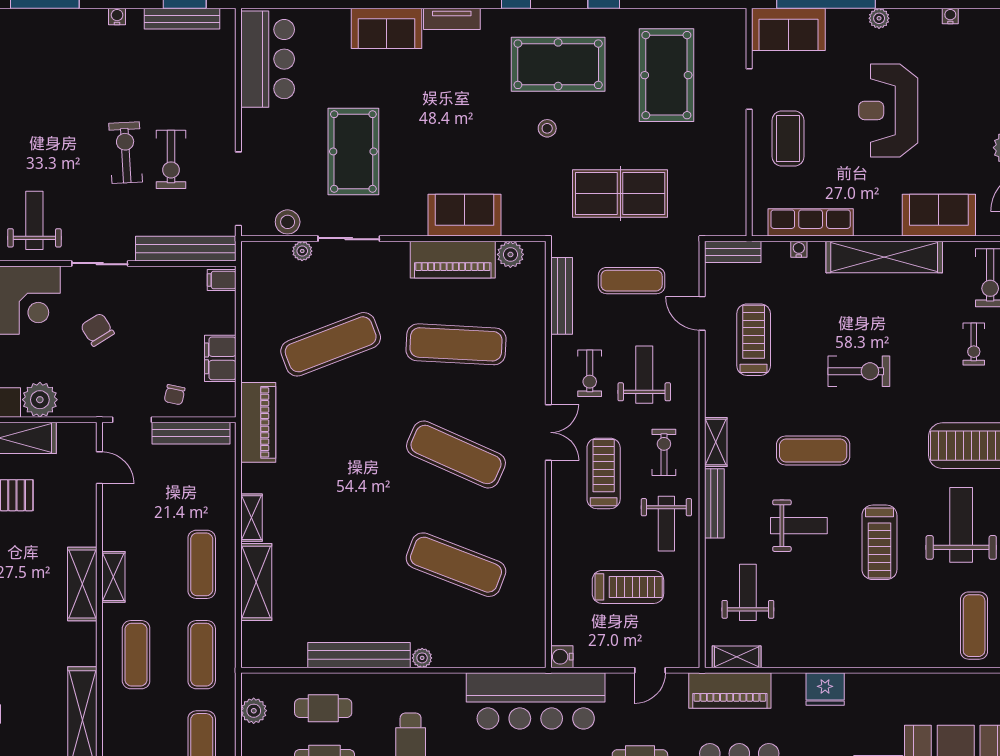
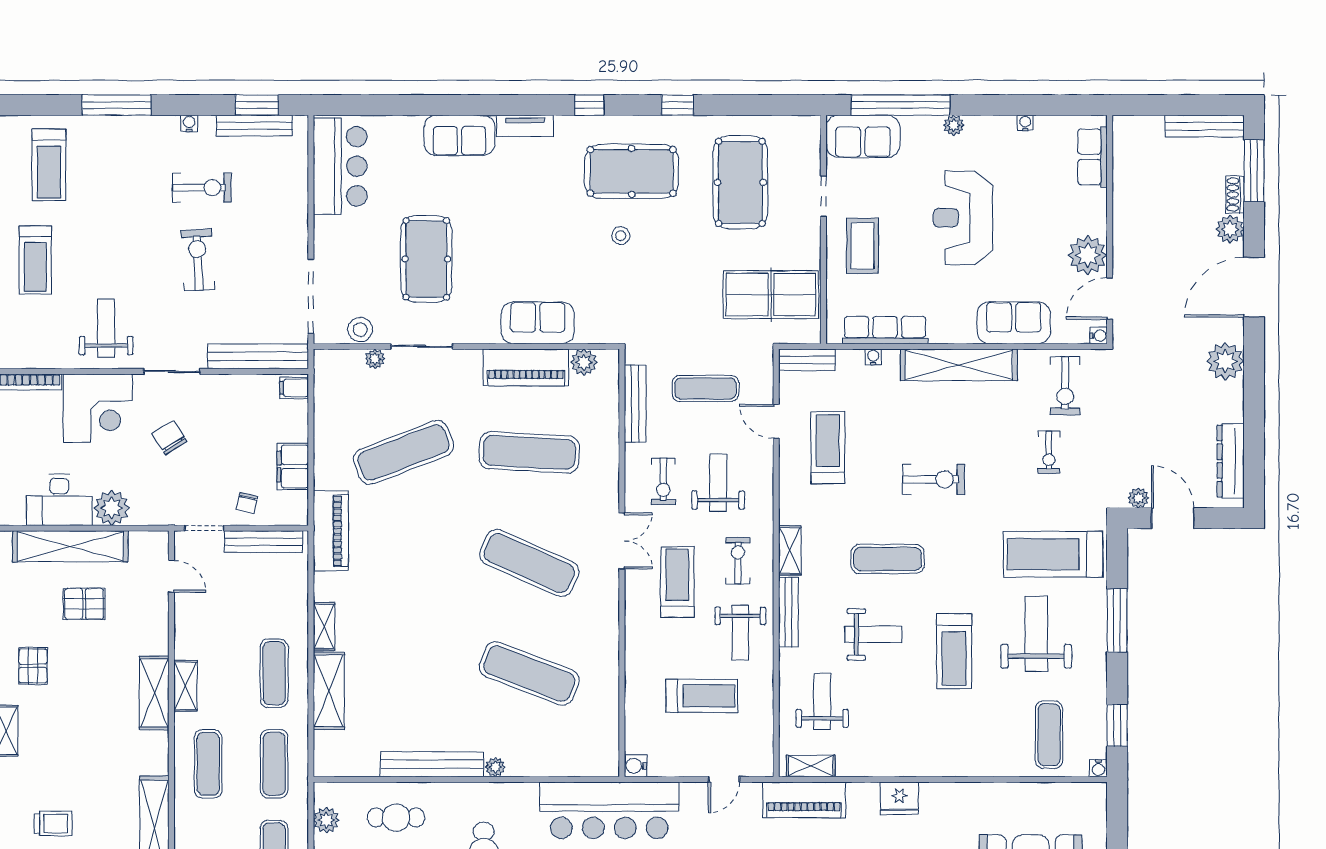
exercise bike: (171, 159) -> (202, 188), moved, turned -90
table tennis table: (620, 193) -> (771, 295), moved

